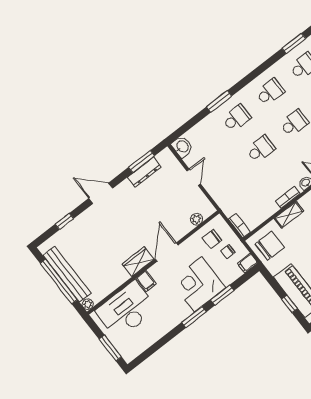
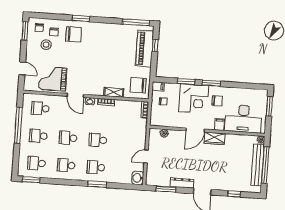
dresser: (144, 172) -> (182, 183), moved
chair: (212, 239) -> (217, 101), moved

